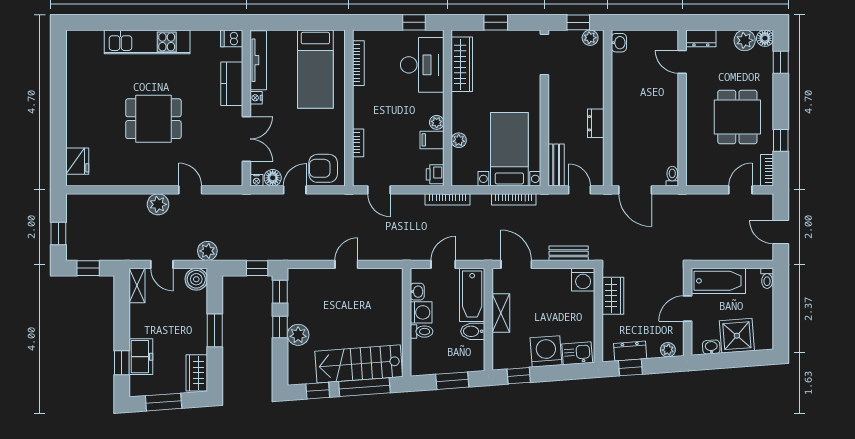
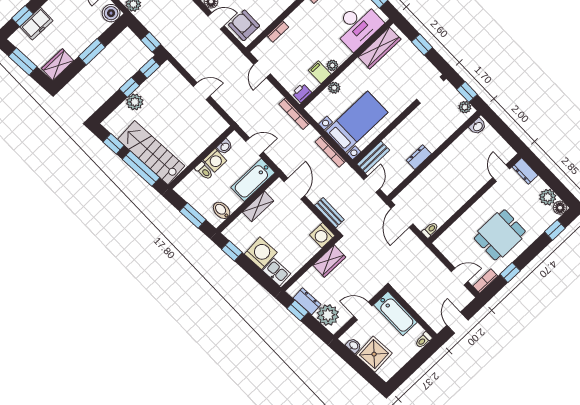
bidet: (473, 331) -> (222, 210), moved
plant: (668, 350) -> (328, 315), width x1.88, depth x1.88

